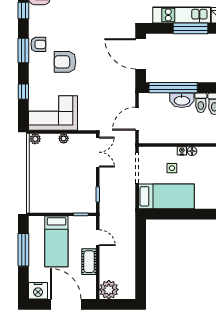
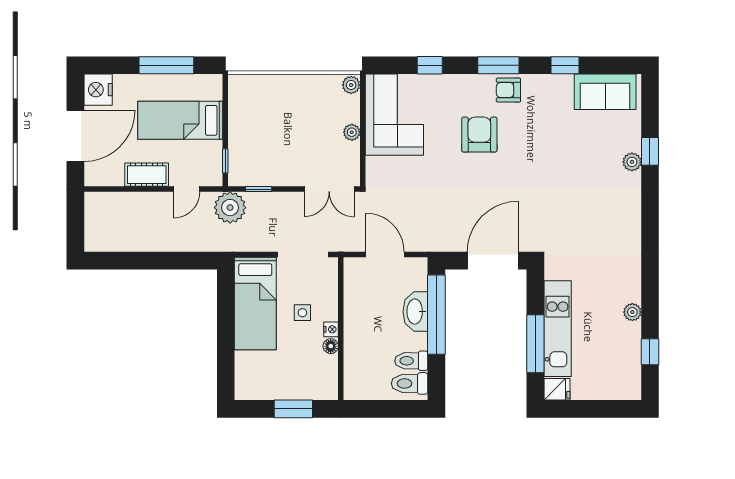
armchair: (38, 44) -> (508, 90), turned 90
washbasin: (182, 100) -> (415, 312), moved
plant: (109, 290) -> (230, 208), moved

